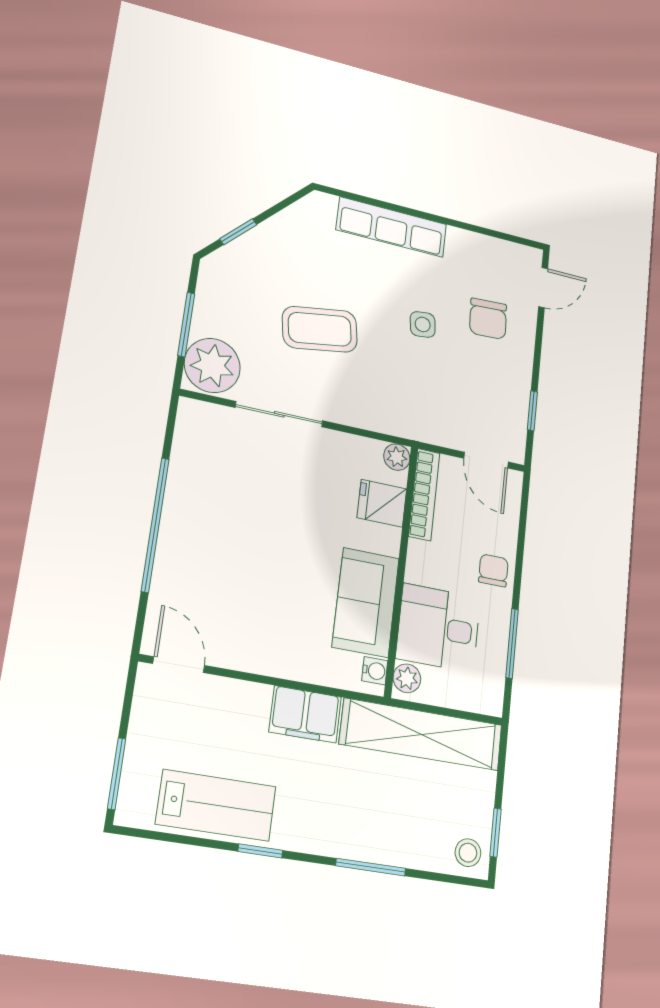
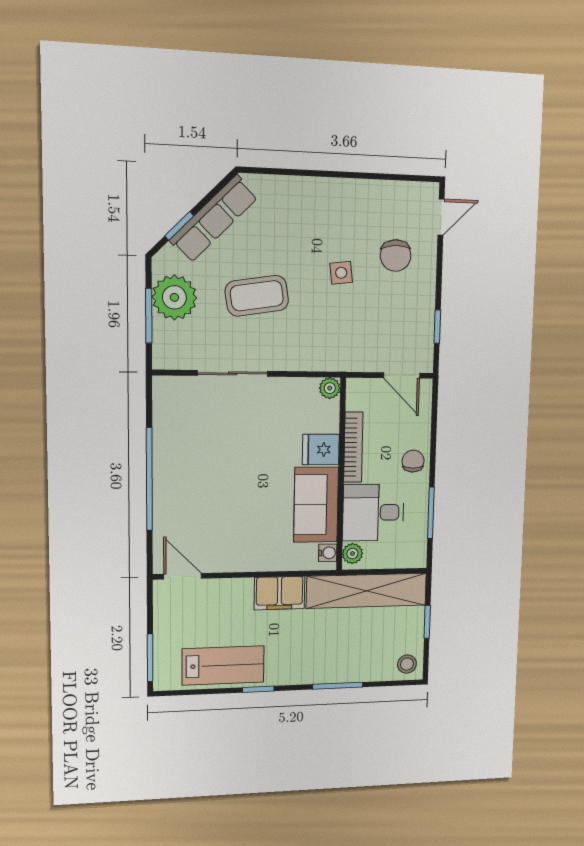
row of seats: (392, 227) -> (214, 219), moved, turned -45
plant: (212, 365) -> (174, 297), moved
bookcase: (424, 494) -> (353, 447), moved
fridge: (382, 503) -> (321, 450), moved
window: (496, 833) -> (427, 622), moved

